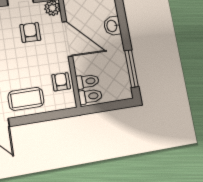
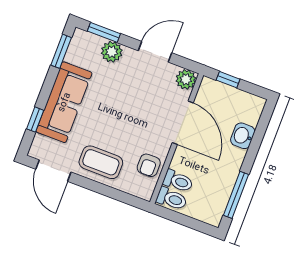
armchair: (30, 32) -> (146, 94), removed
armchair: (61, 82) -> (149, 165), turned 180

